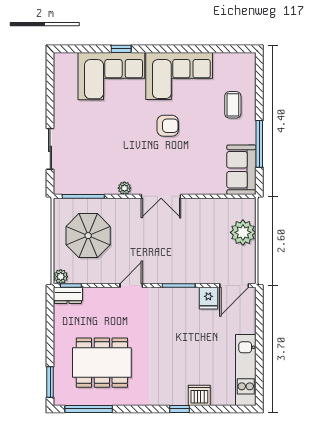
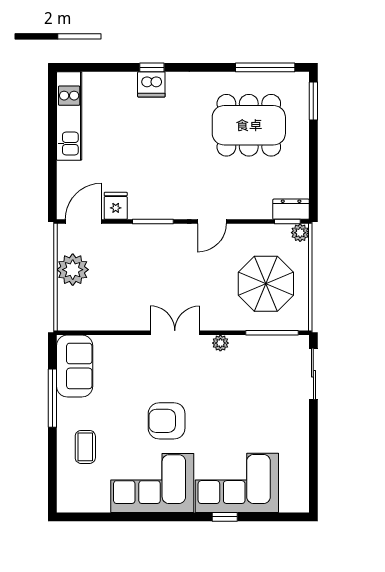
armchair: (168, 126) -> (167, 421), width x1.38, depth x1.38
sliding door: (50, 149) -> (313, 374), moved
plant: (243, 232) -> (73, 270), moved
dishwasher: (199, 395) -> (151, 84), moved

